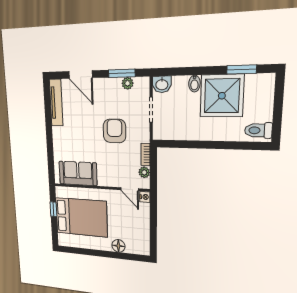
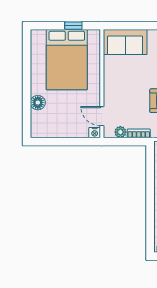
sofa: (78, 173) -> (125, 42), moved, turned 90
door: (130, 189) -> (102, 116), hinge flipped

